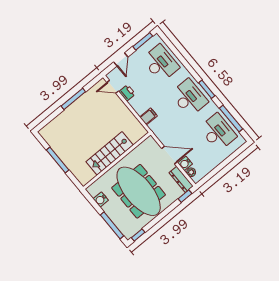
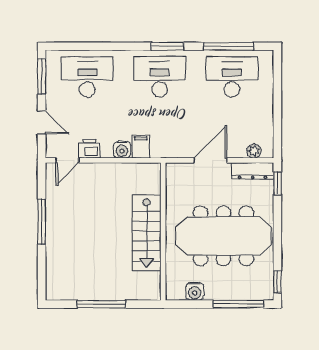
water cooler: (185, 163) -> (122, 150), moved

